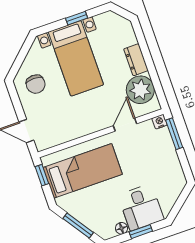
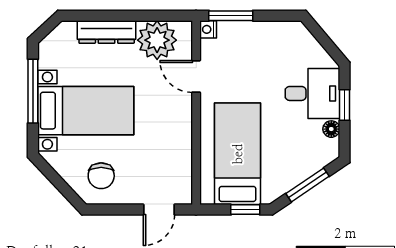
window: (77, 18) -> (33, 91), width x2.17
dresser: (136, 60) -> (107, 32), width x1.44
chair: (36, 84) -> (101, 176), turned 90
window: (42, 175) -> (245, 210), moved

